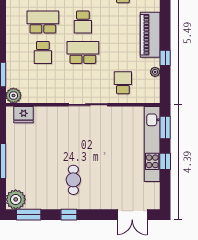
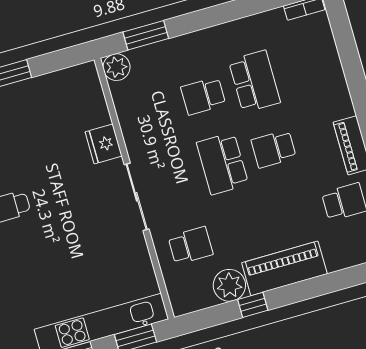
school desk: (83, 52) -> (222, 163), turned 180
plant: (155, 72) -> (229, 285), width x1.88, depth x1.88
fridge: (24, 115) -> (104, 144), moved

